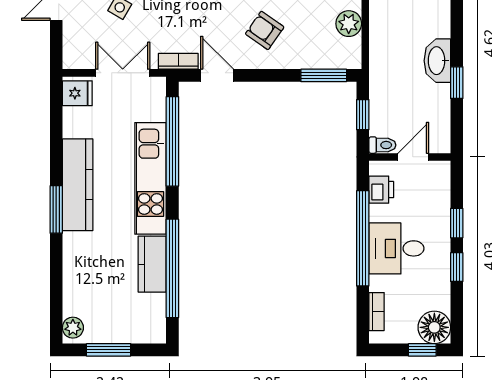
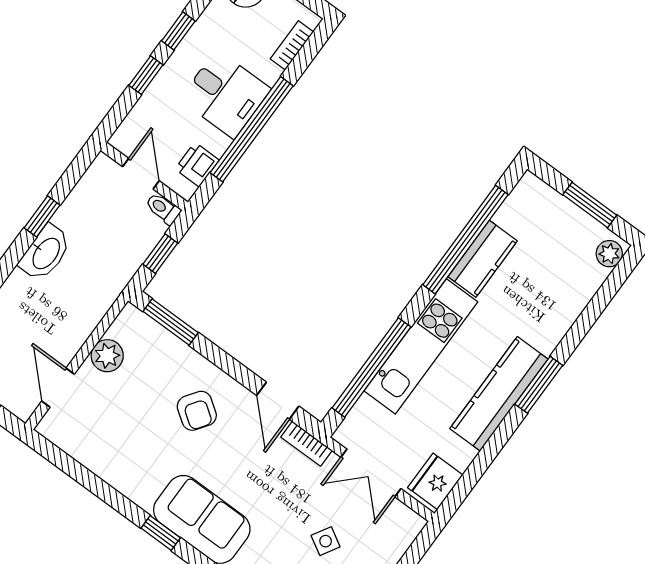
fridge: (77, 93) -> (435, 481), width x1.38
door: (413, 157) -> (141, 174), swing flipped

